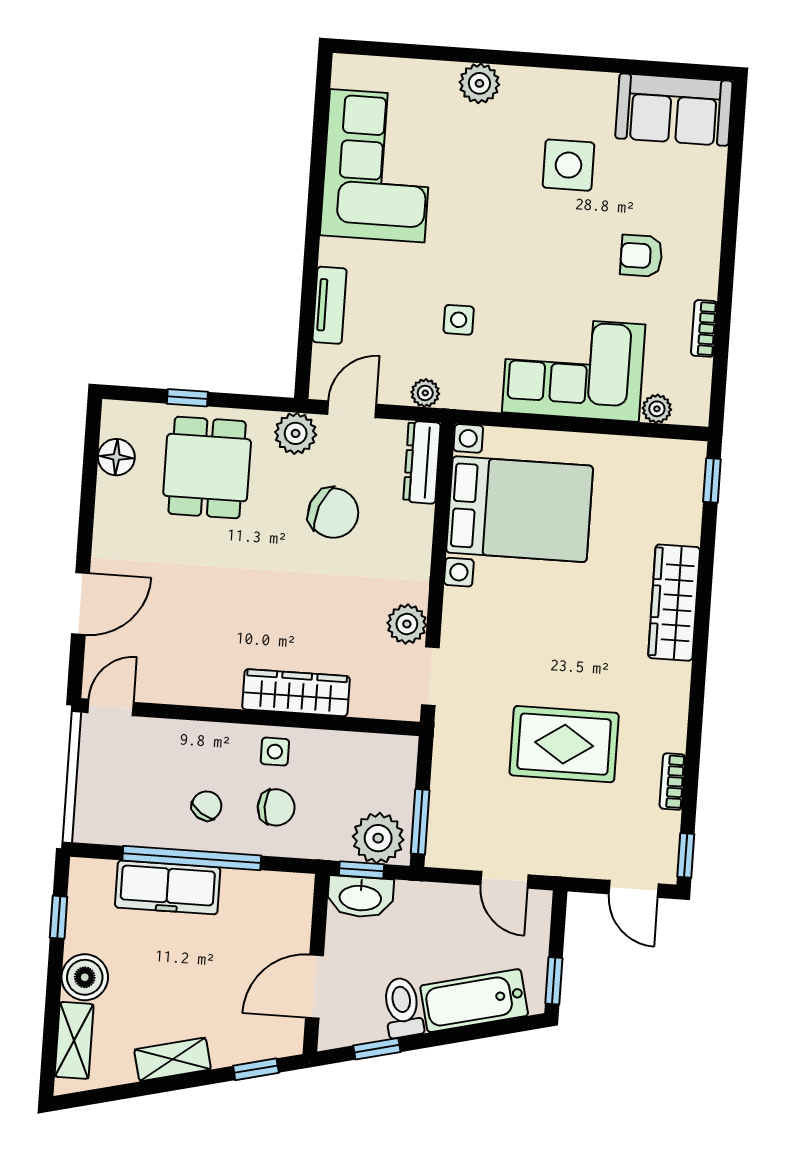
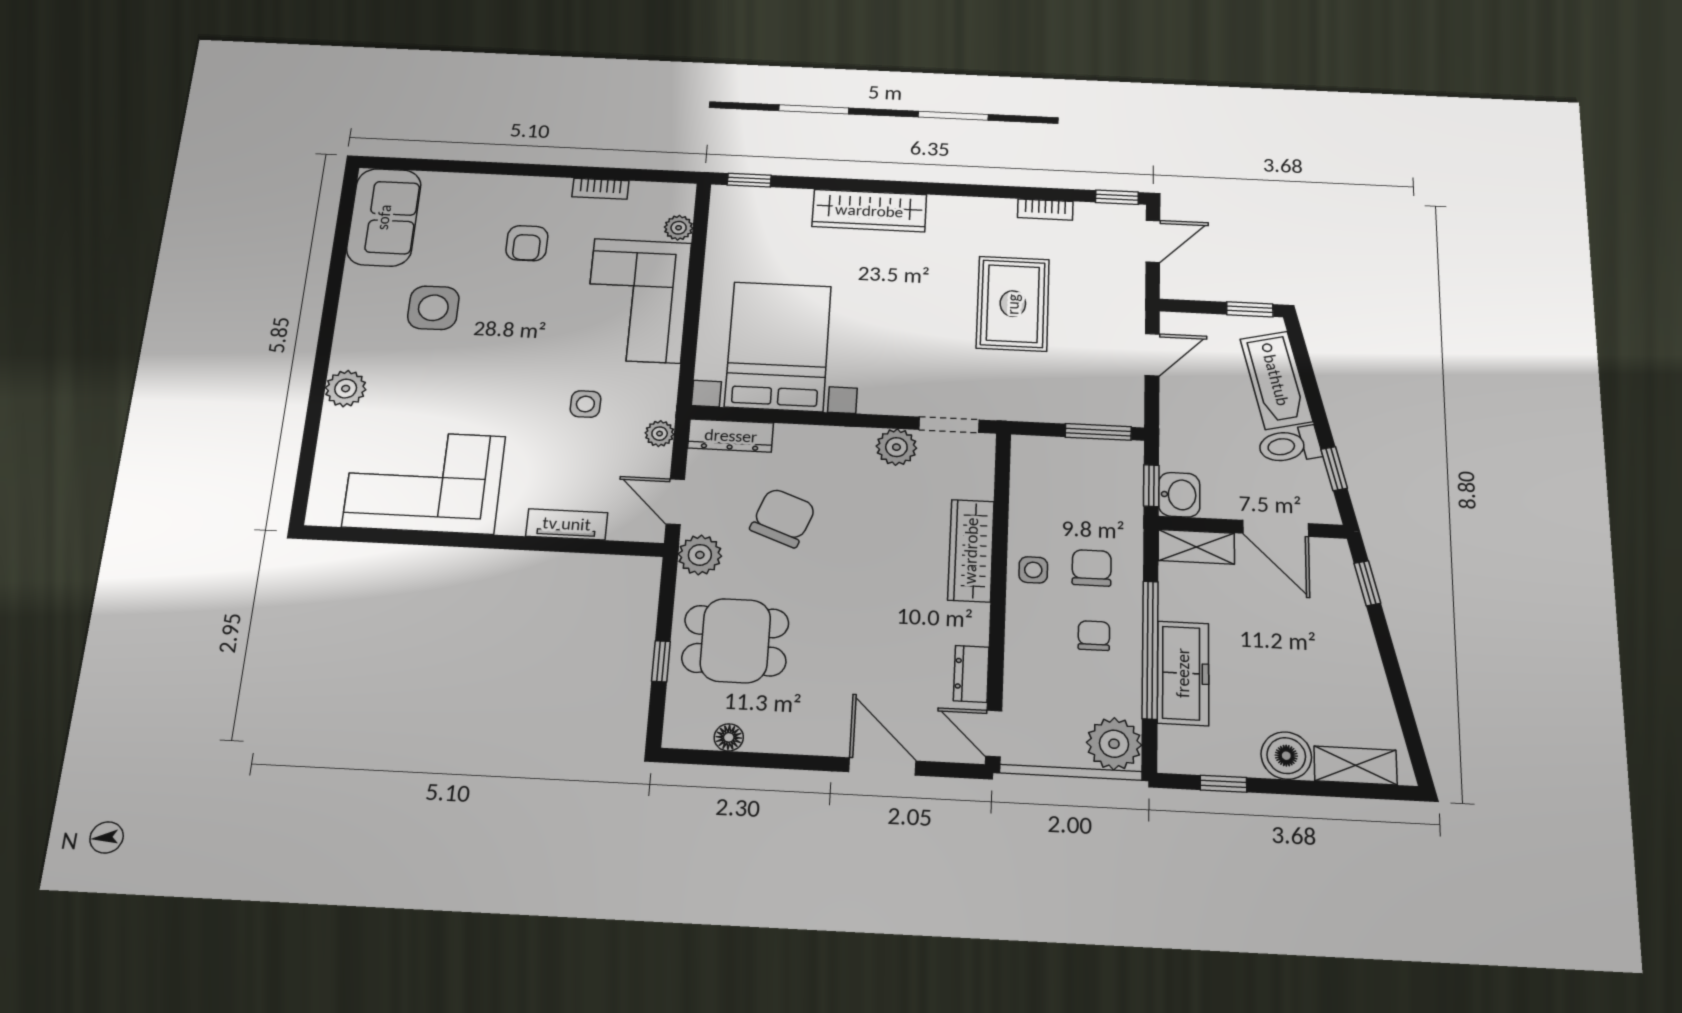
floor lamp: (116, 457) -> (729, 737), width x0.73, depth x0.73
dresser: (170, 689) -> (971, 674), added
chair: (207, 806) -> (1094, 636), turned 56
plant: (378, 838) -> (1114, 744), moved
washbasin: (360, 897) -> (1179, 495), width x0.72
shelving: (173, 1059) -> (1196, 547), moved, turned -76

